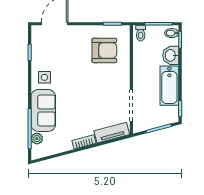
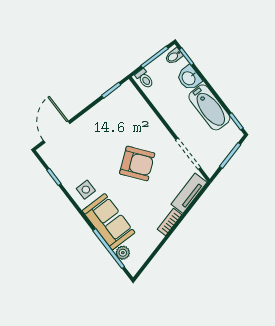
armchair: (104, 50) -> (137, 163), moved, turned 52

